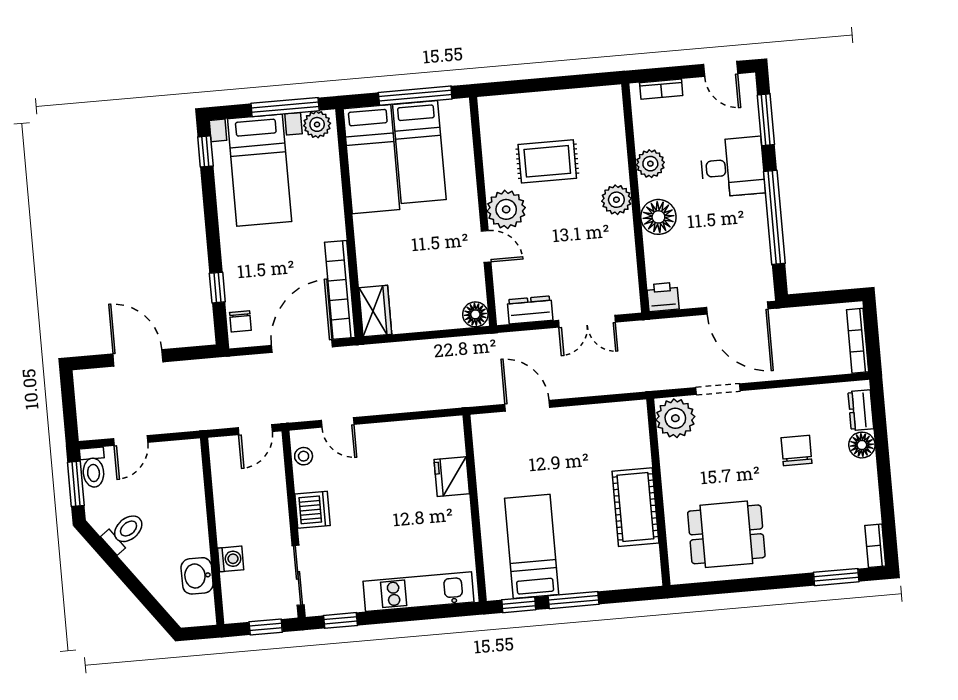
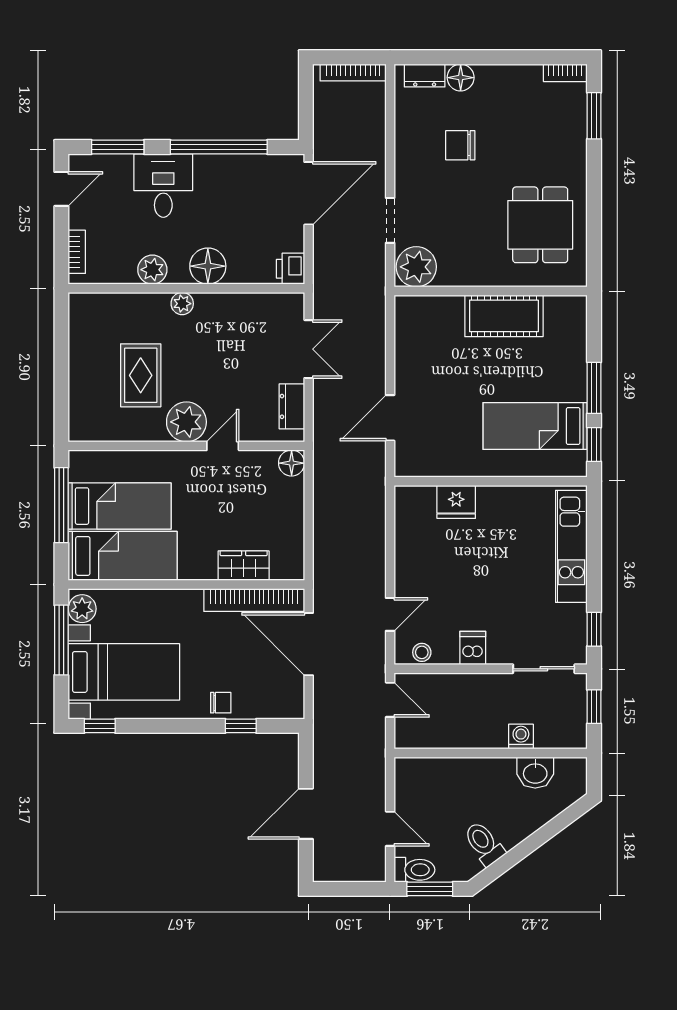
plant: (616, 200) -> (182, 304), width x0.73, depth x0.73
wardrobe: (375, 311) -> (244, 566), moved
chair: (240, 321) -> (221, 703), moved
dishwasher: (313, 510) -> (473, 648), width x0.73

